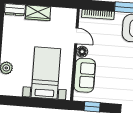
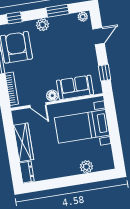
wardrobe: (38, 13) -> (23, 142), width x1.50
door: (76, 36) -> (38, 105), swing flipped

